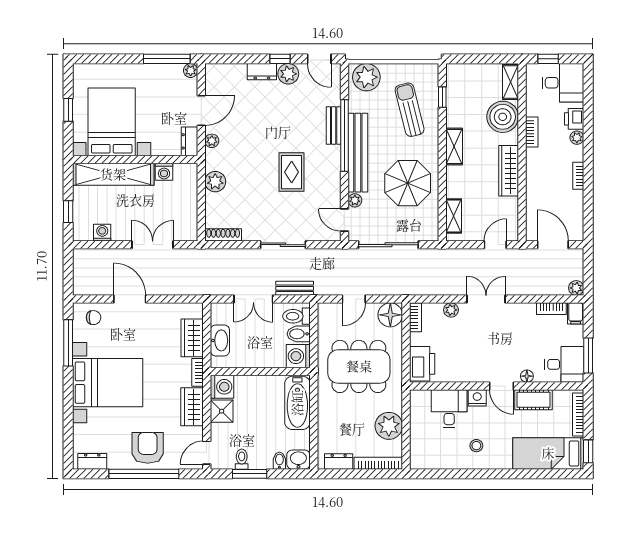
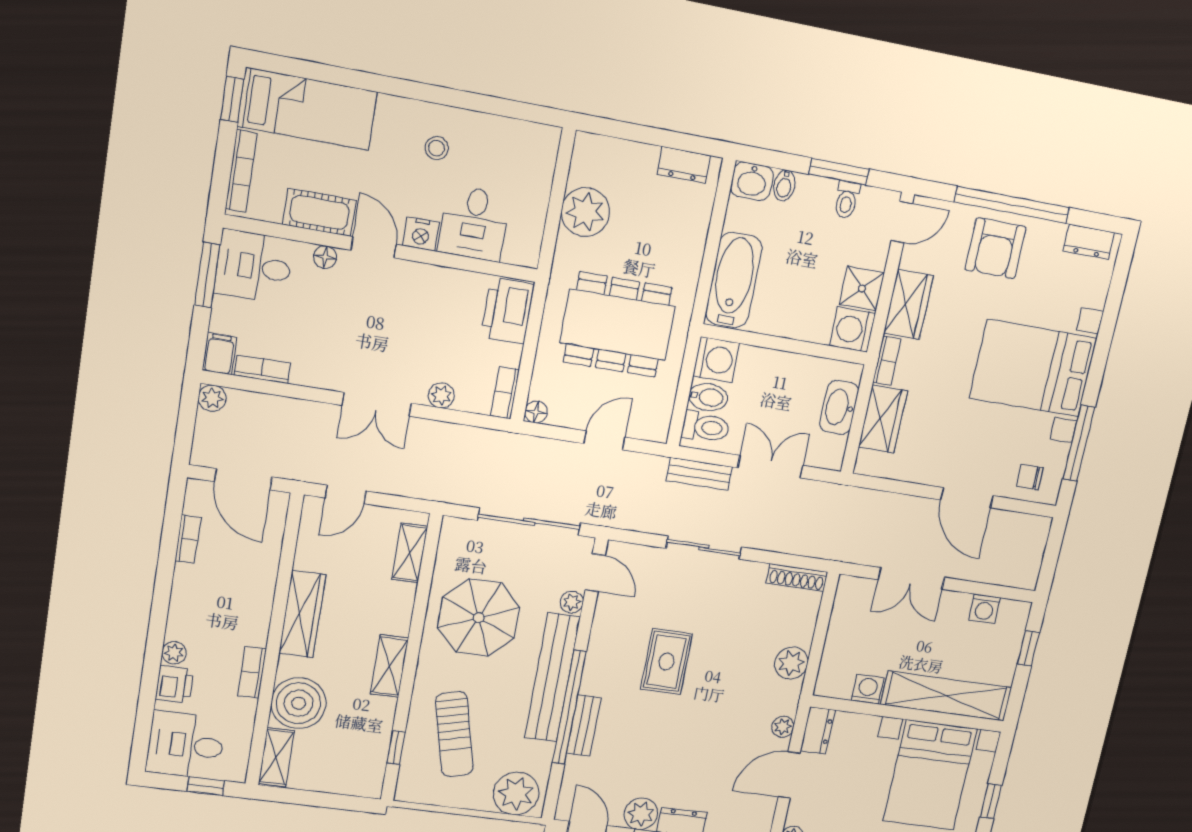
bookcase: (578, 176) -> (188, 539), moved
floor lamp: (390, 315) -> (536, 412), width x0.53, depth x0.53
bookcase: (378, 463) -> (616, 149), removed

